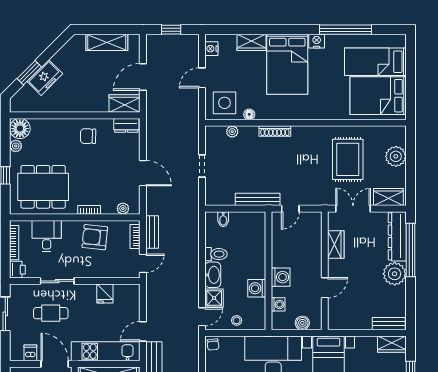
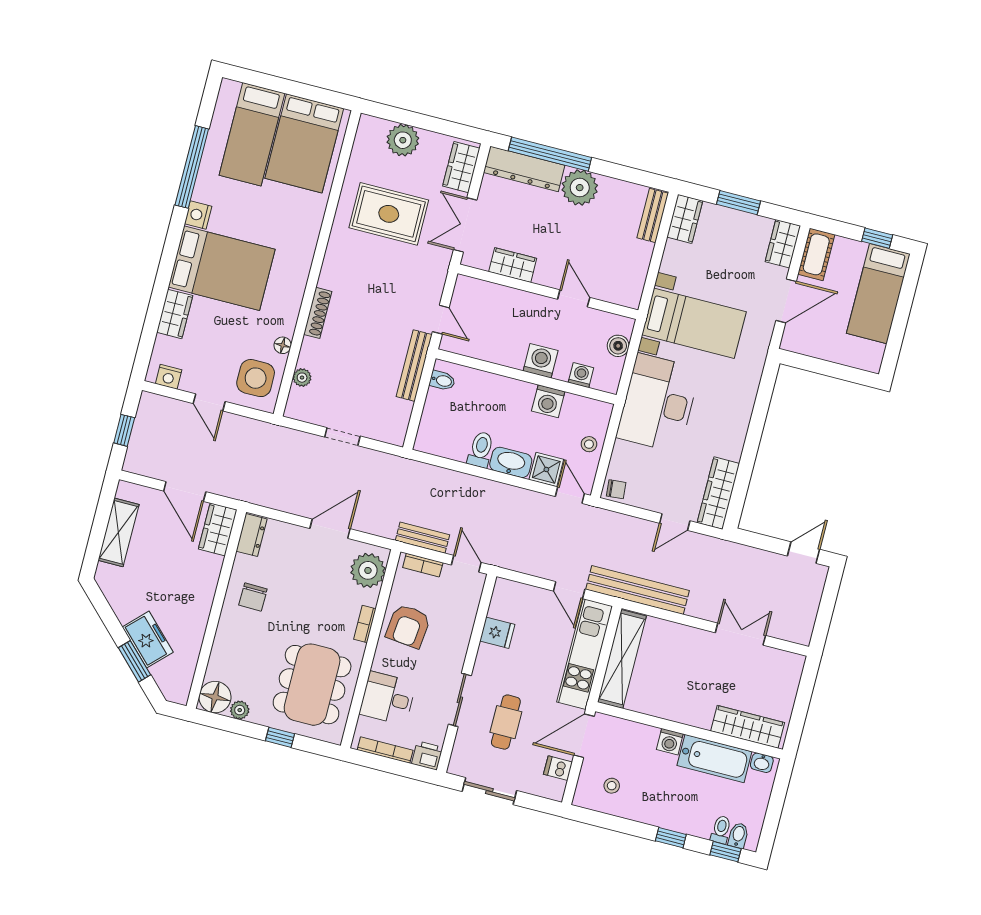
plant: (123, 209) -> (368, 570), width x1.87, depth x1.87
bidet: (223, 219) -> (442, 381), moved

